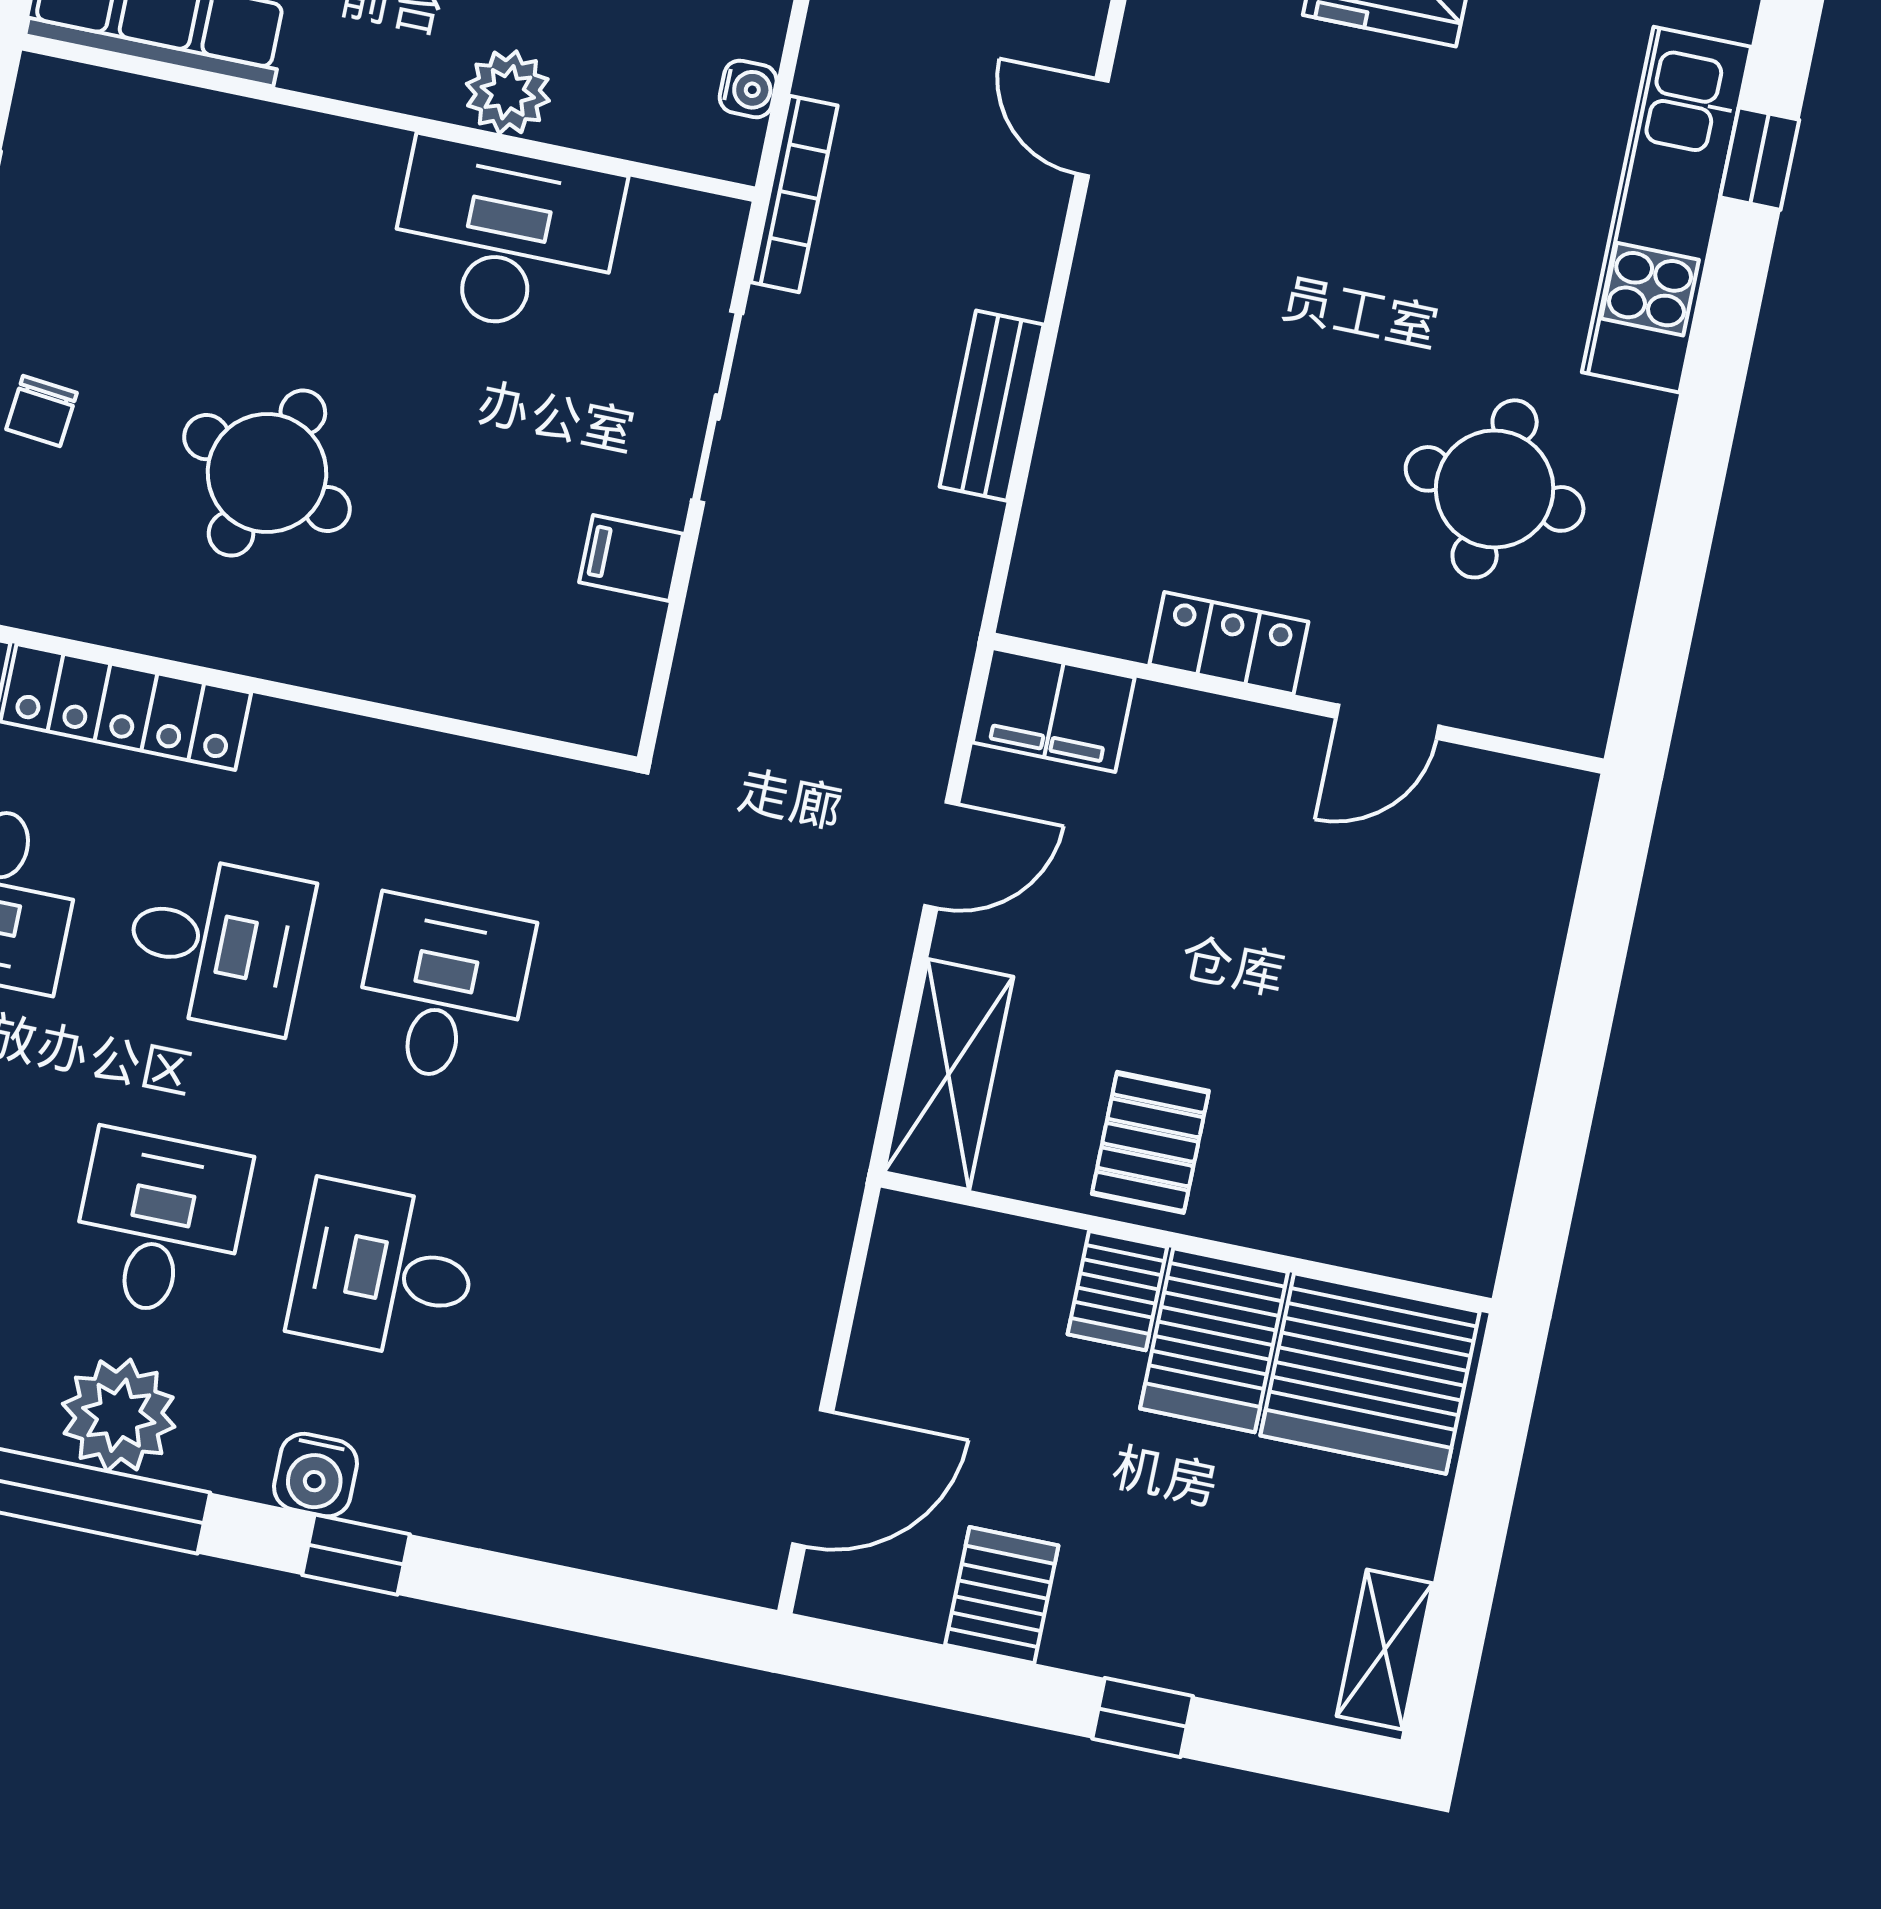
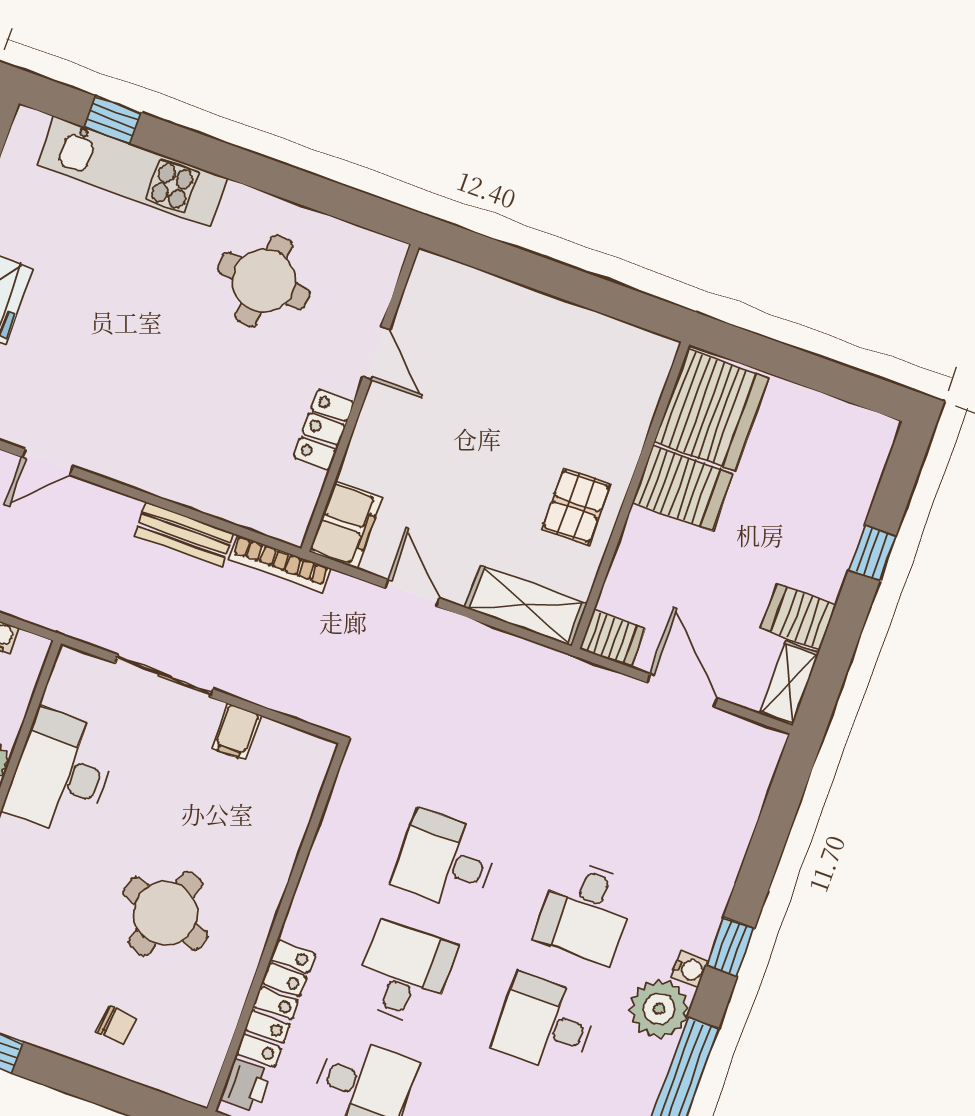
bookcase: (794, 194) -> (280, 563), moved, turned 180
pallet: (1150, 1142) -> (576, 506), turned 90
server rack: (1117, 1291) -> (612, 639), moved
plant: (119, 1415) -> (659, 1009), moved
water cooler: (315, 1475) -> (690, 969), width x0.72, depth x0.72
door: (813, 1478) -> (682, 690), moved
shelving: (1385, 1650) -> (789, 683), moved, turned 90

